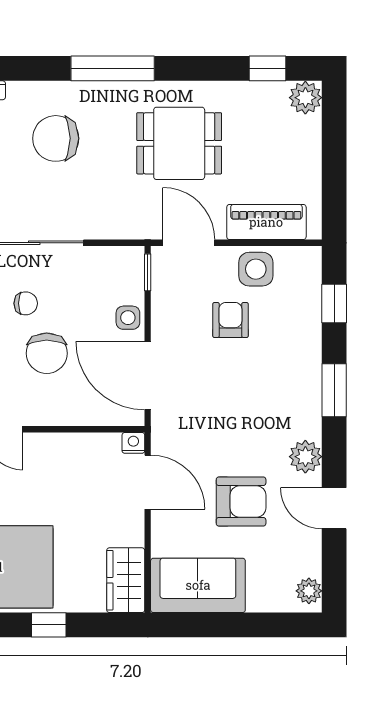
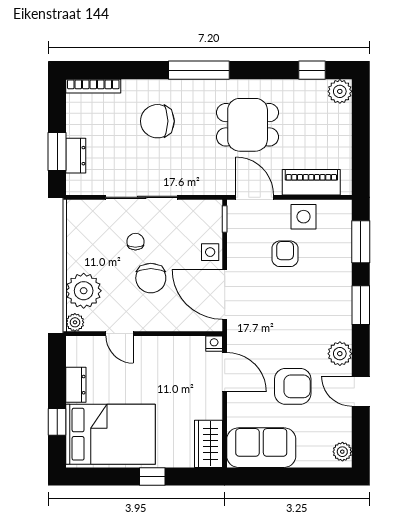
chair: (26, 303) -> (135, 242), turned -90
window: (334, 303) -> (361, 242), width x1.50

